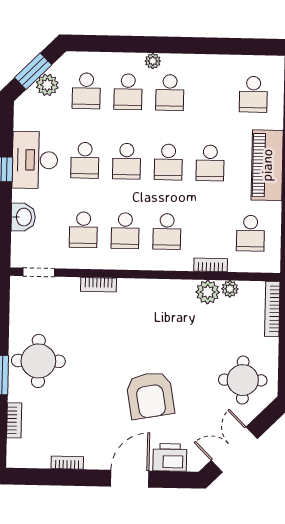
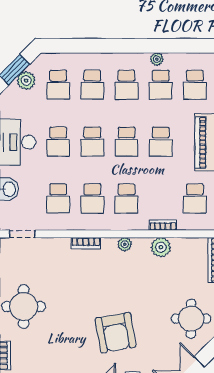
plant: (153, 61) -> (157, 59), moved
school desk: (212, 93) -> (161, 85), added
bookcase: (99, 285) -> (86, 243), moved
plant: (230, 289) -> (125, 244), moved

